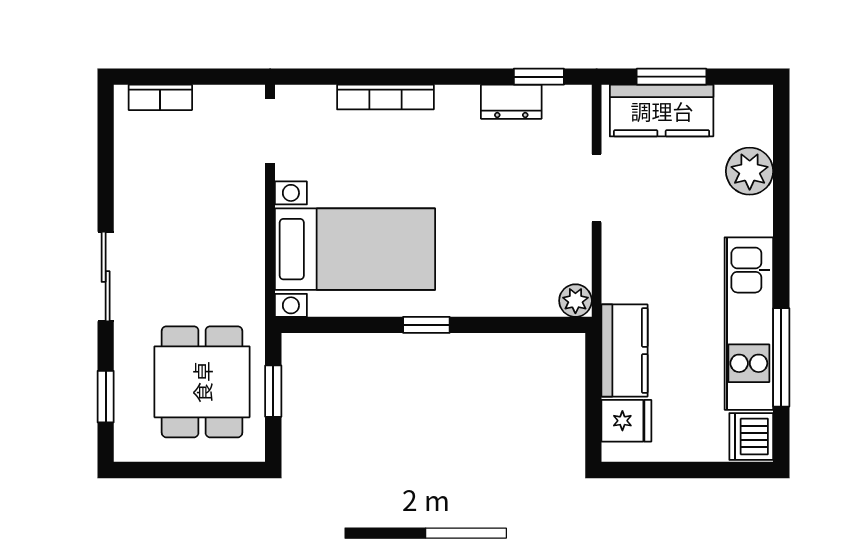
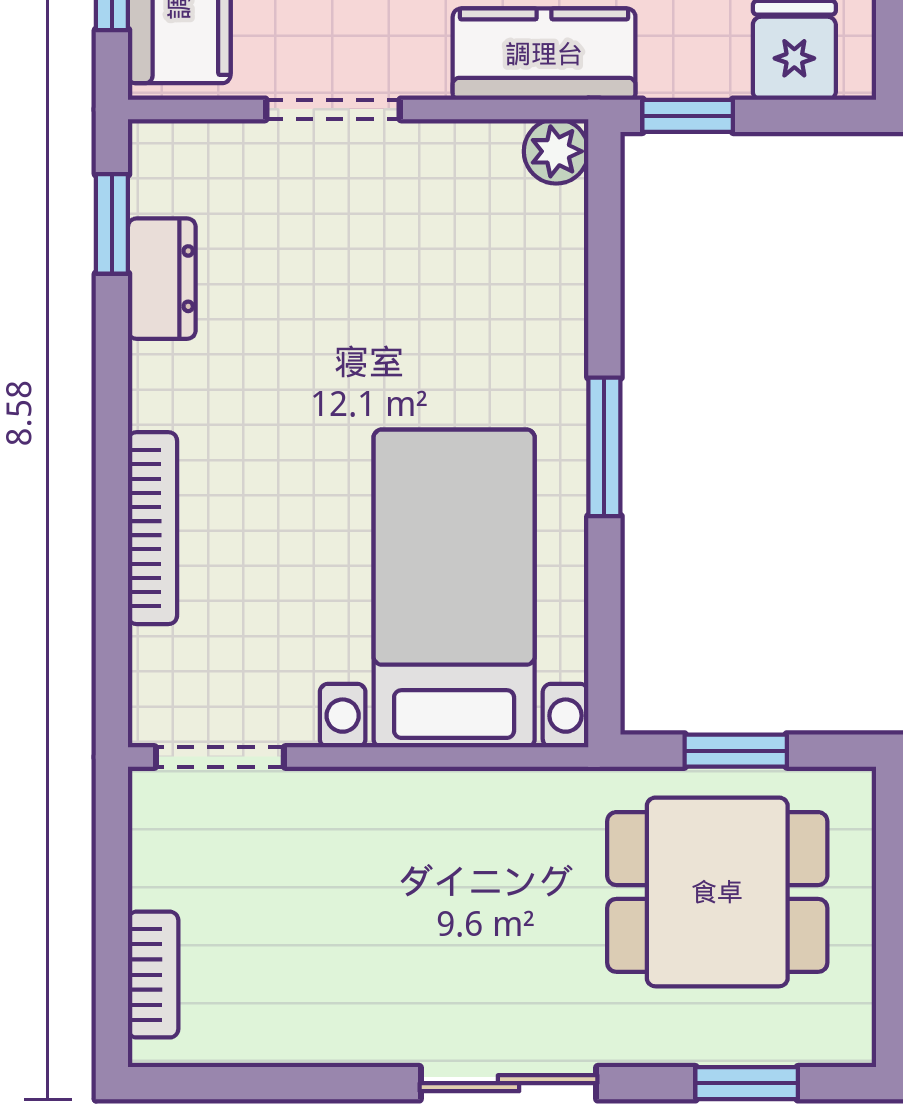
window: (426, 325) -> (604, 447), width x1.50
kitchen counter: (624, 350) -> (544, 54), moved
window: (593, 367) -> (688, 116), added

